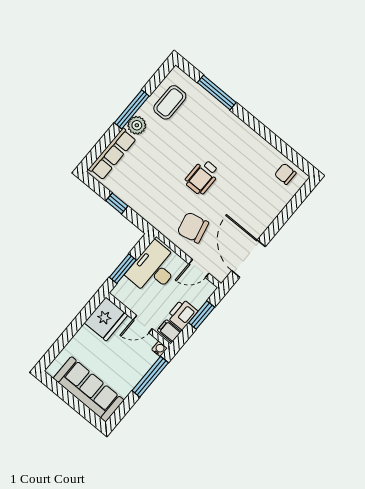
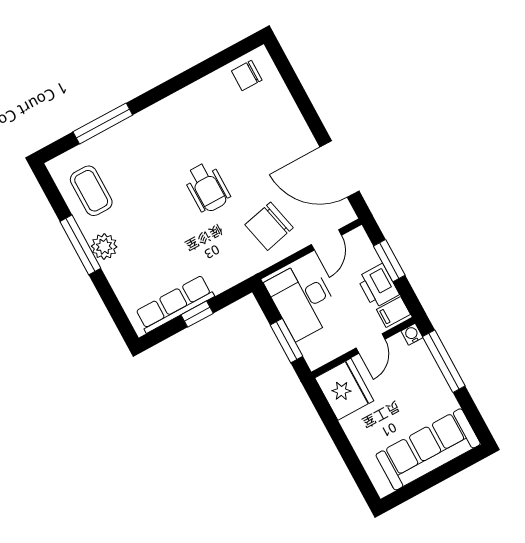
row of seats: (112, 154) -> (175, 304), moved, turned -90

